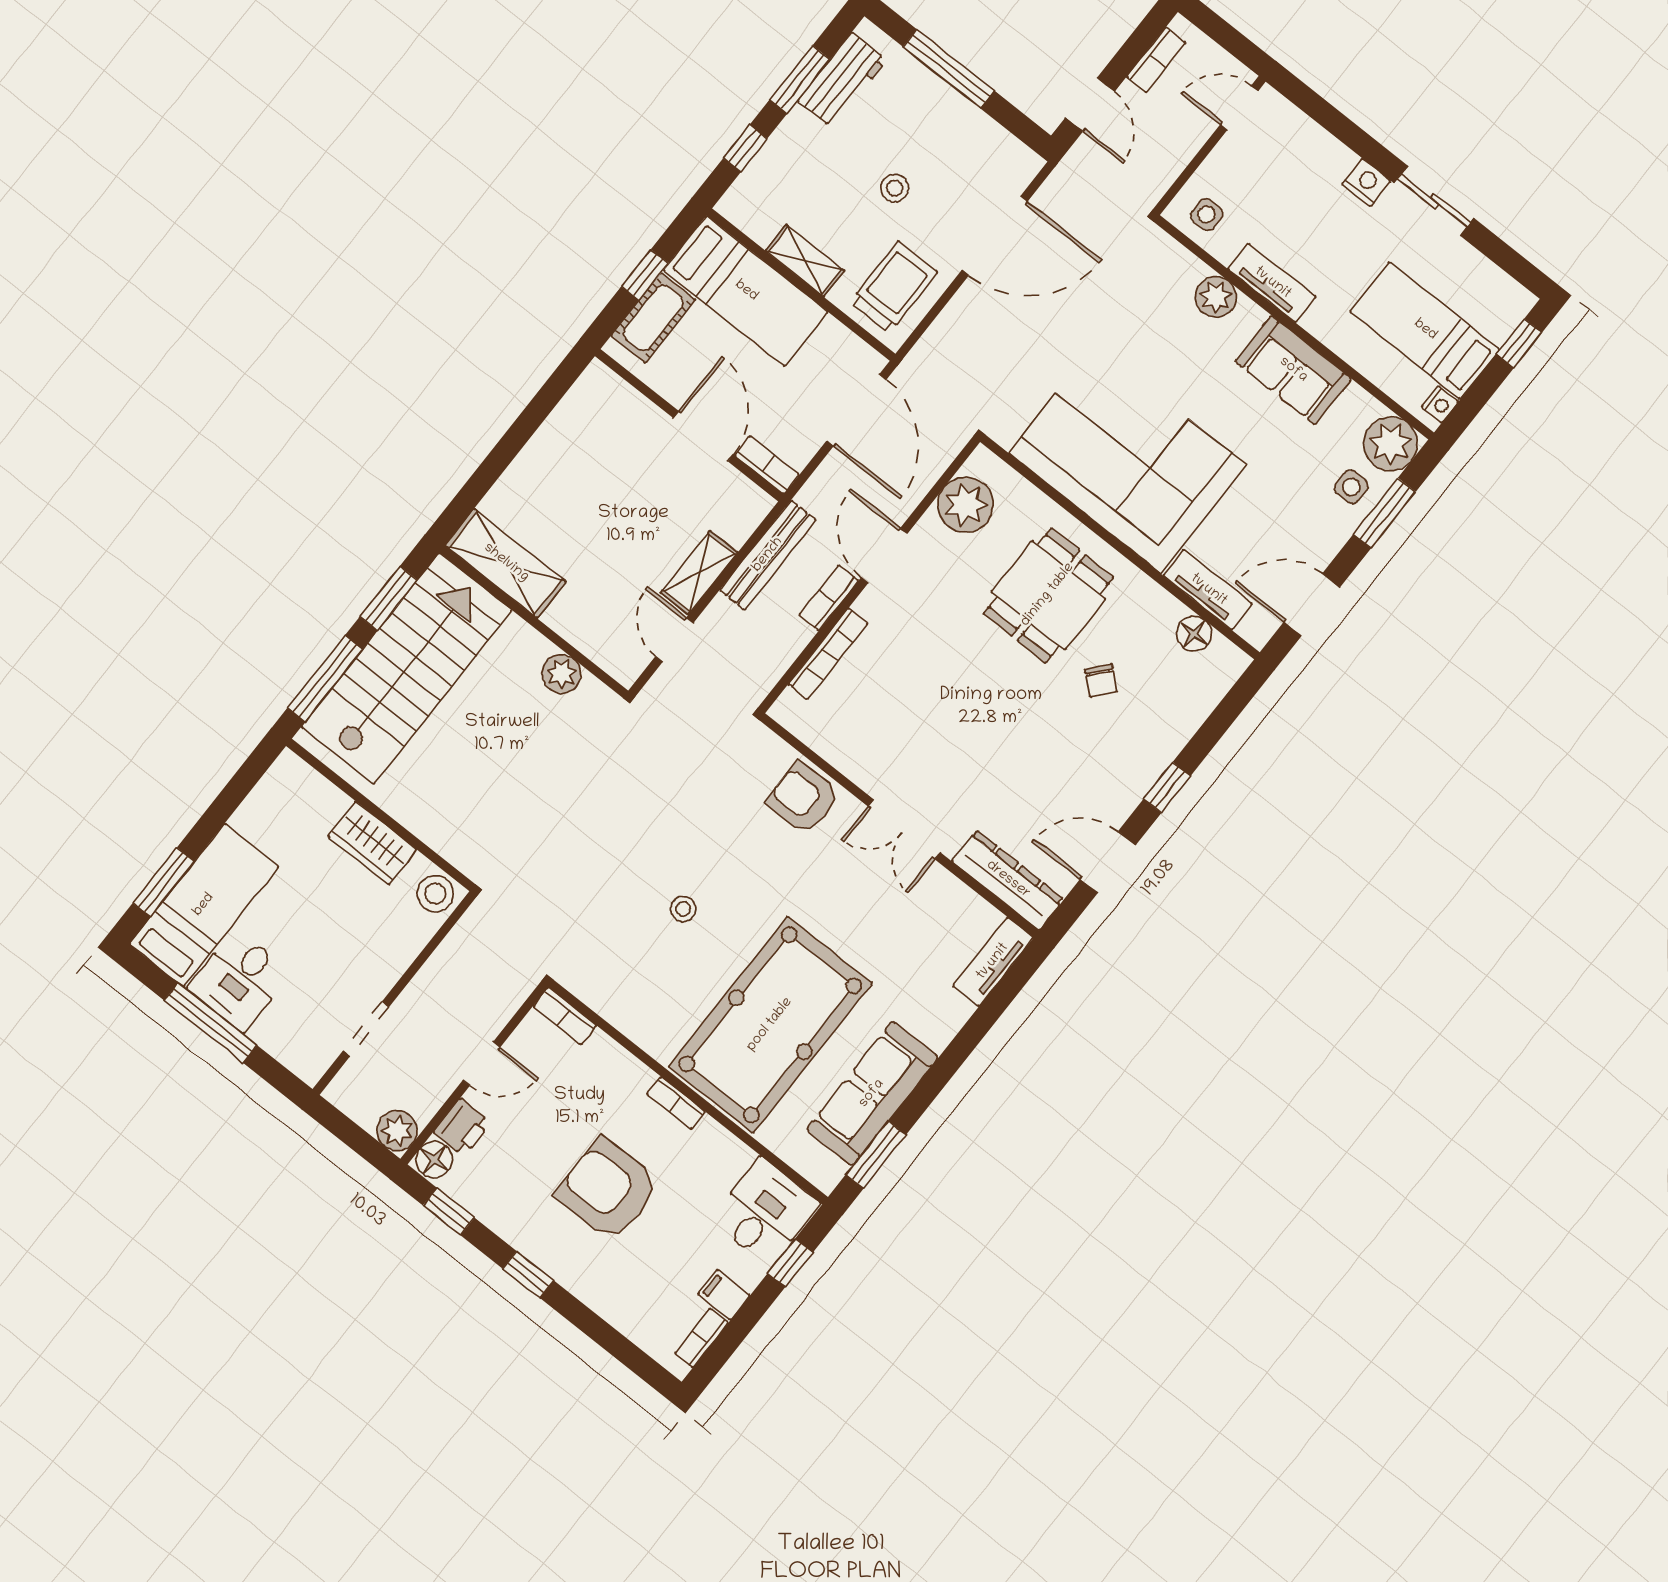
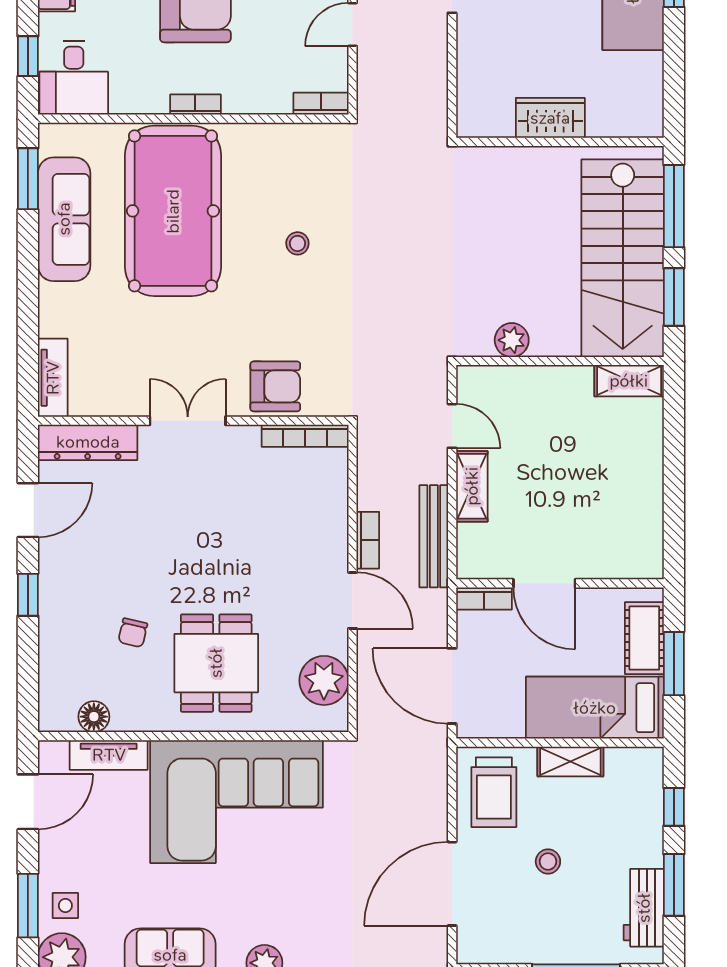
window: (645, 275) -> (674, 664), width x1.50
shelving: (506, 563) -> (629, 381), width x0.67, depth x0.75
bookcase: (828, 654) -> (305, 436), moved, turned -90
chair: (1101, 681) -> (133, 633), turned -118
stool: (435, 894) -> (478, 117), removed

